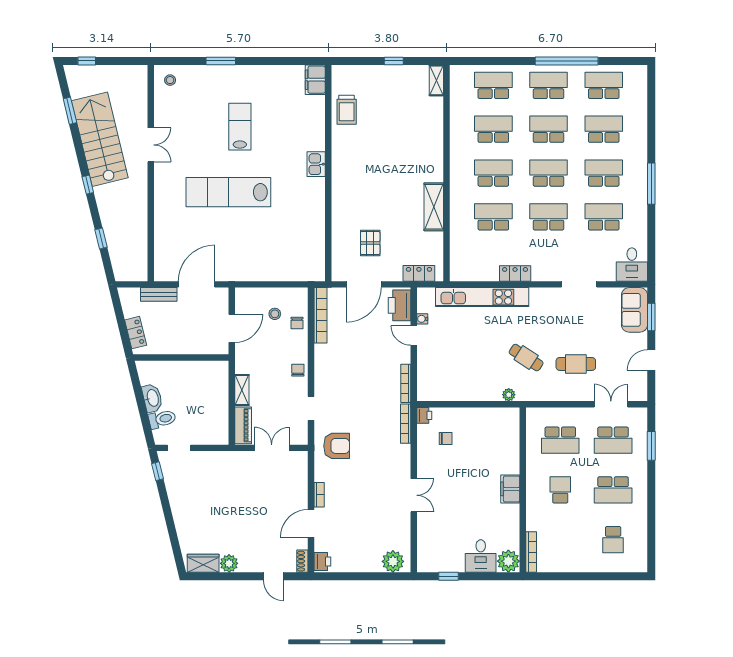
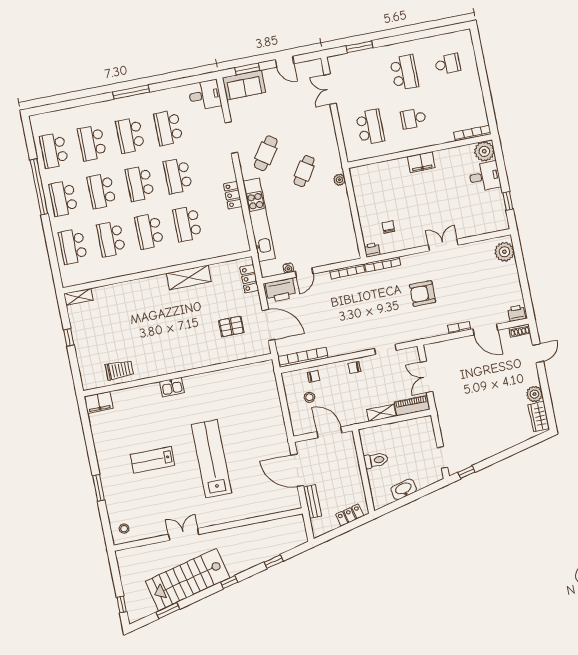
lab bench: (228, 192) -> (212, 459), turned 180
cafe table: (576, 364) -> (266, 153), moved, turned 34
toilet: (162, 419) -> (376, 460), moved, turned 104
school desk: (613, 440) -> (361, 81), removed
armchair: (337, 446) -> (423, 293), moved, turned -90

